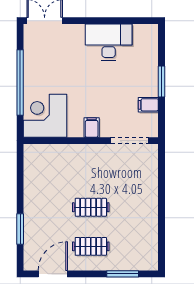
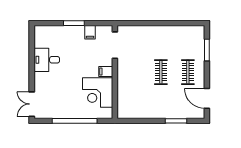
desk: (109, 42) -> (47, 60), width x0.73
corner desk: (45, 116) -> (98, 93), moved

